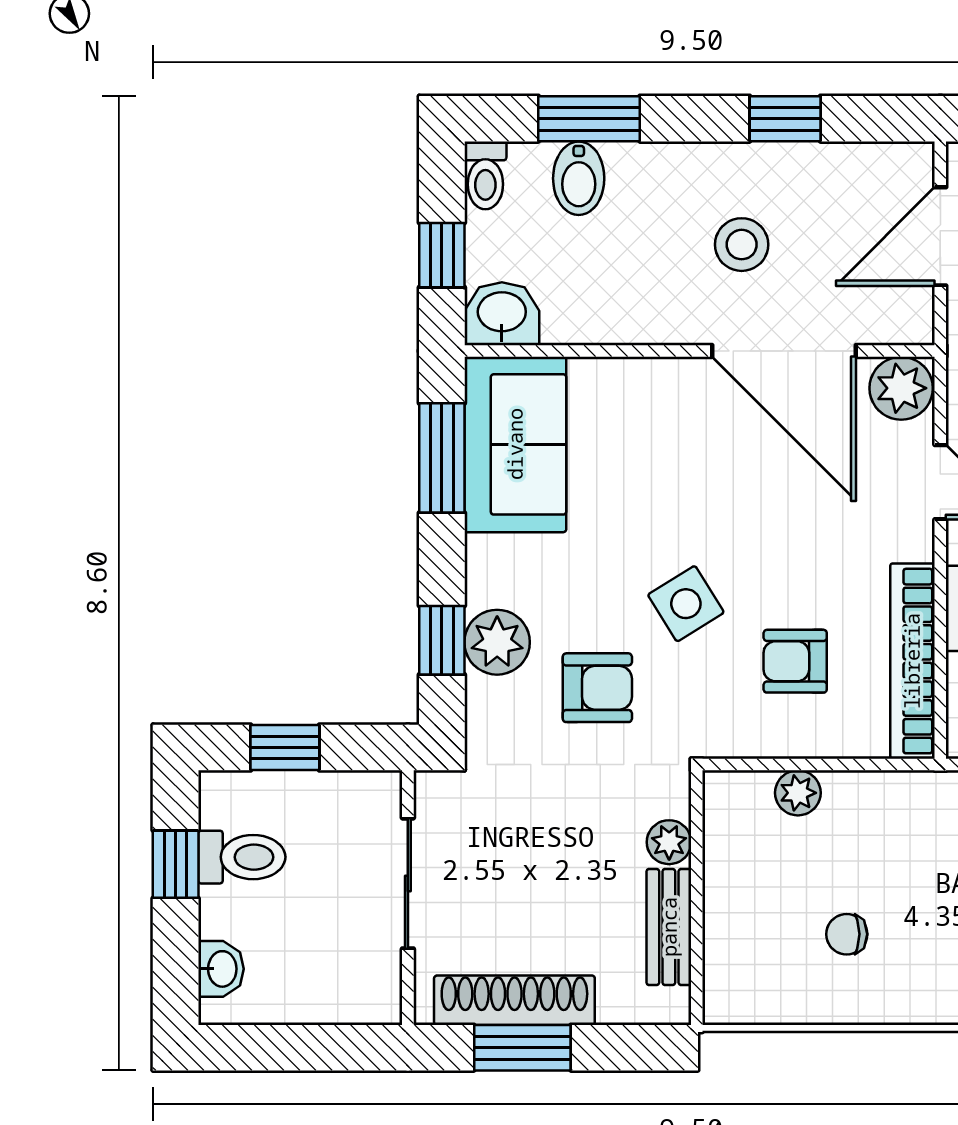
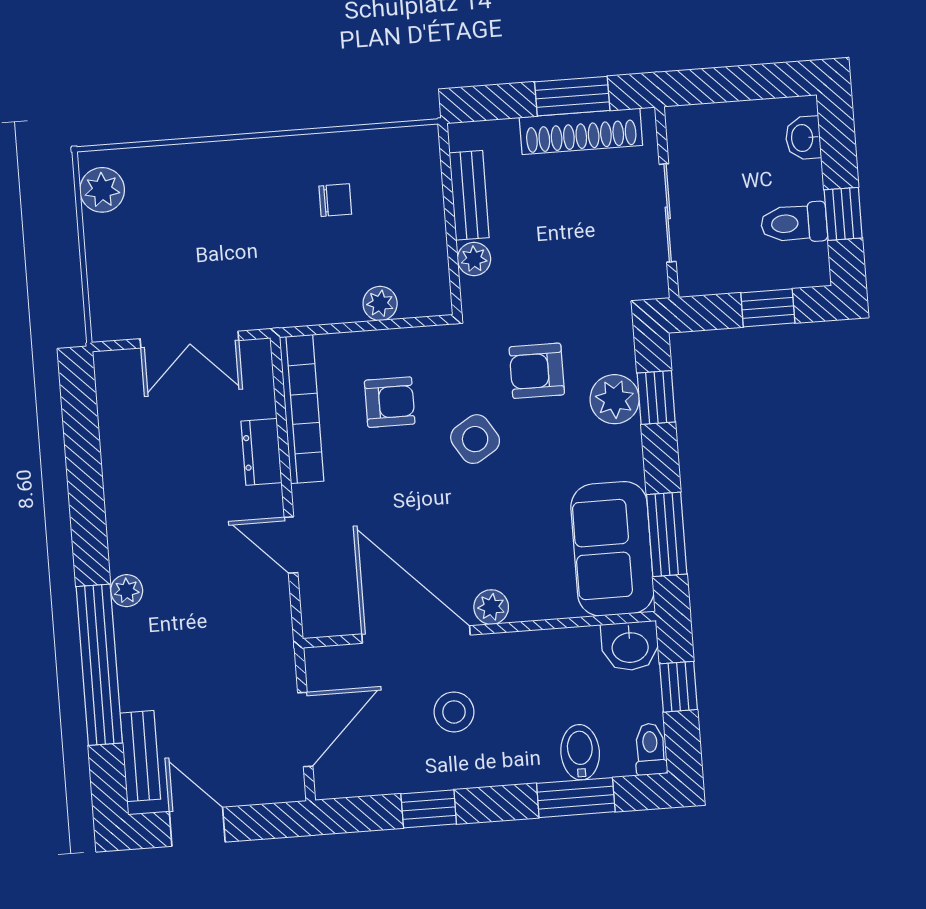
plant: (901, 388) -> (491, 607), moved, width x0.73, depth x0.73

